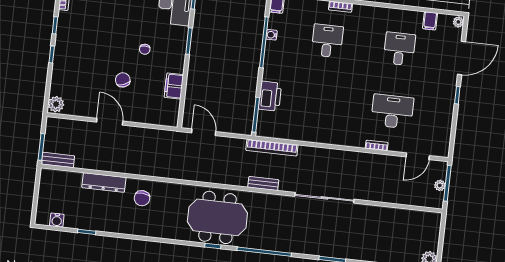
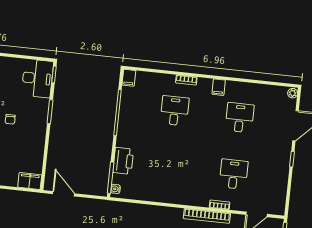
filing cabinet: (430, 21) -> (219, 87), moved
water cooler: (272, 35) -> (115, 189), moved
filing cabinet: (174, 86) -> (30, 181), moved, turned 90
desk: (392, 111) -> (234, 174), width x0.73
bookcase: (272, 148) -> (207, 216), moved

